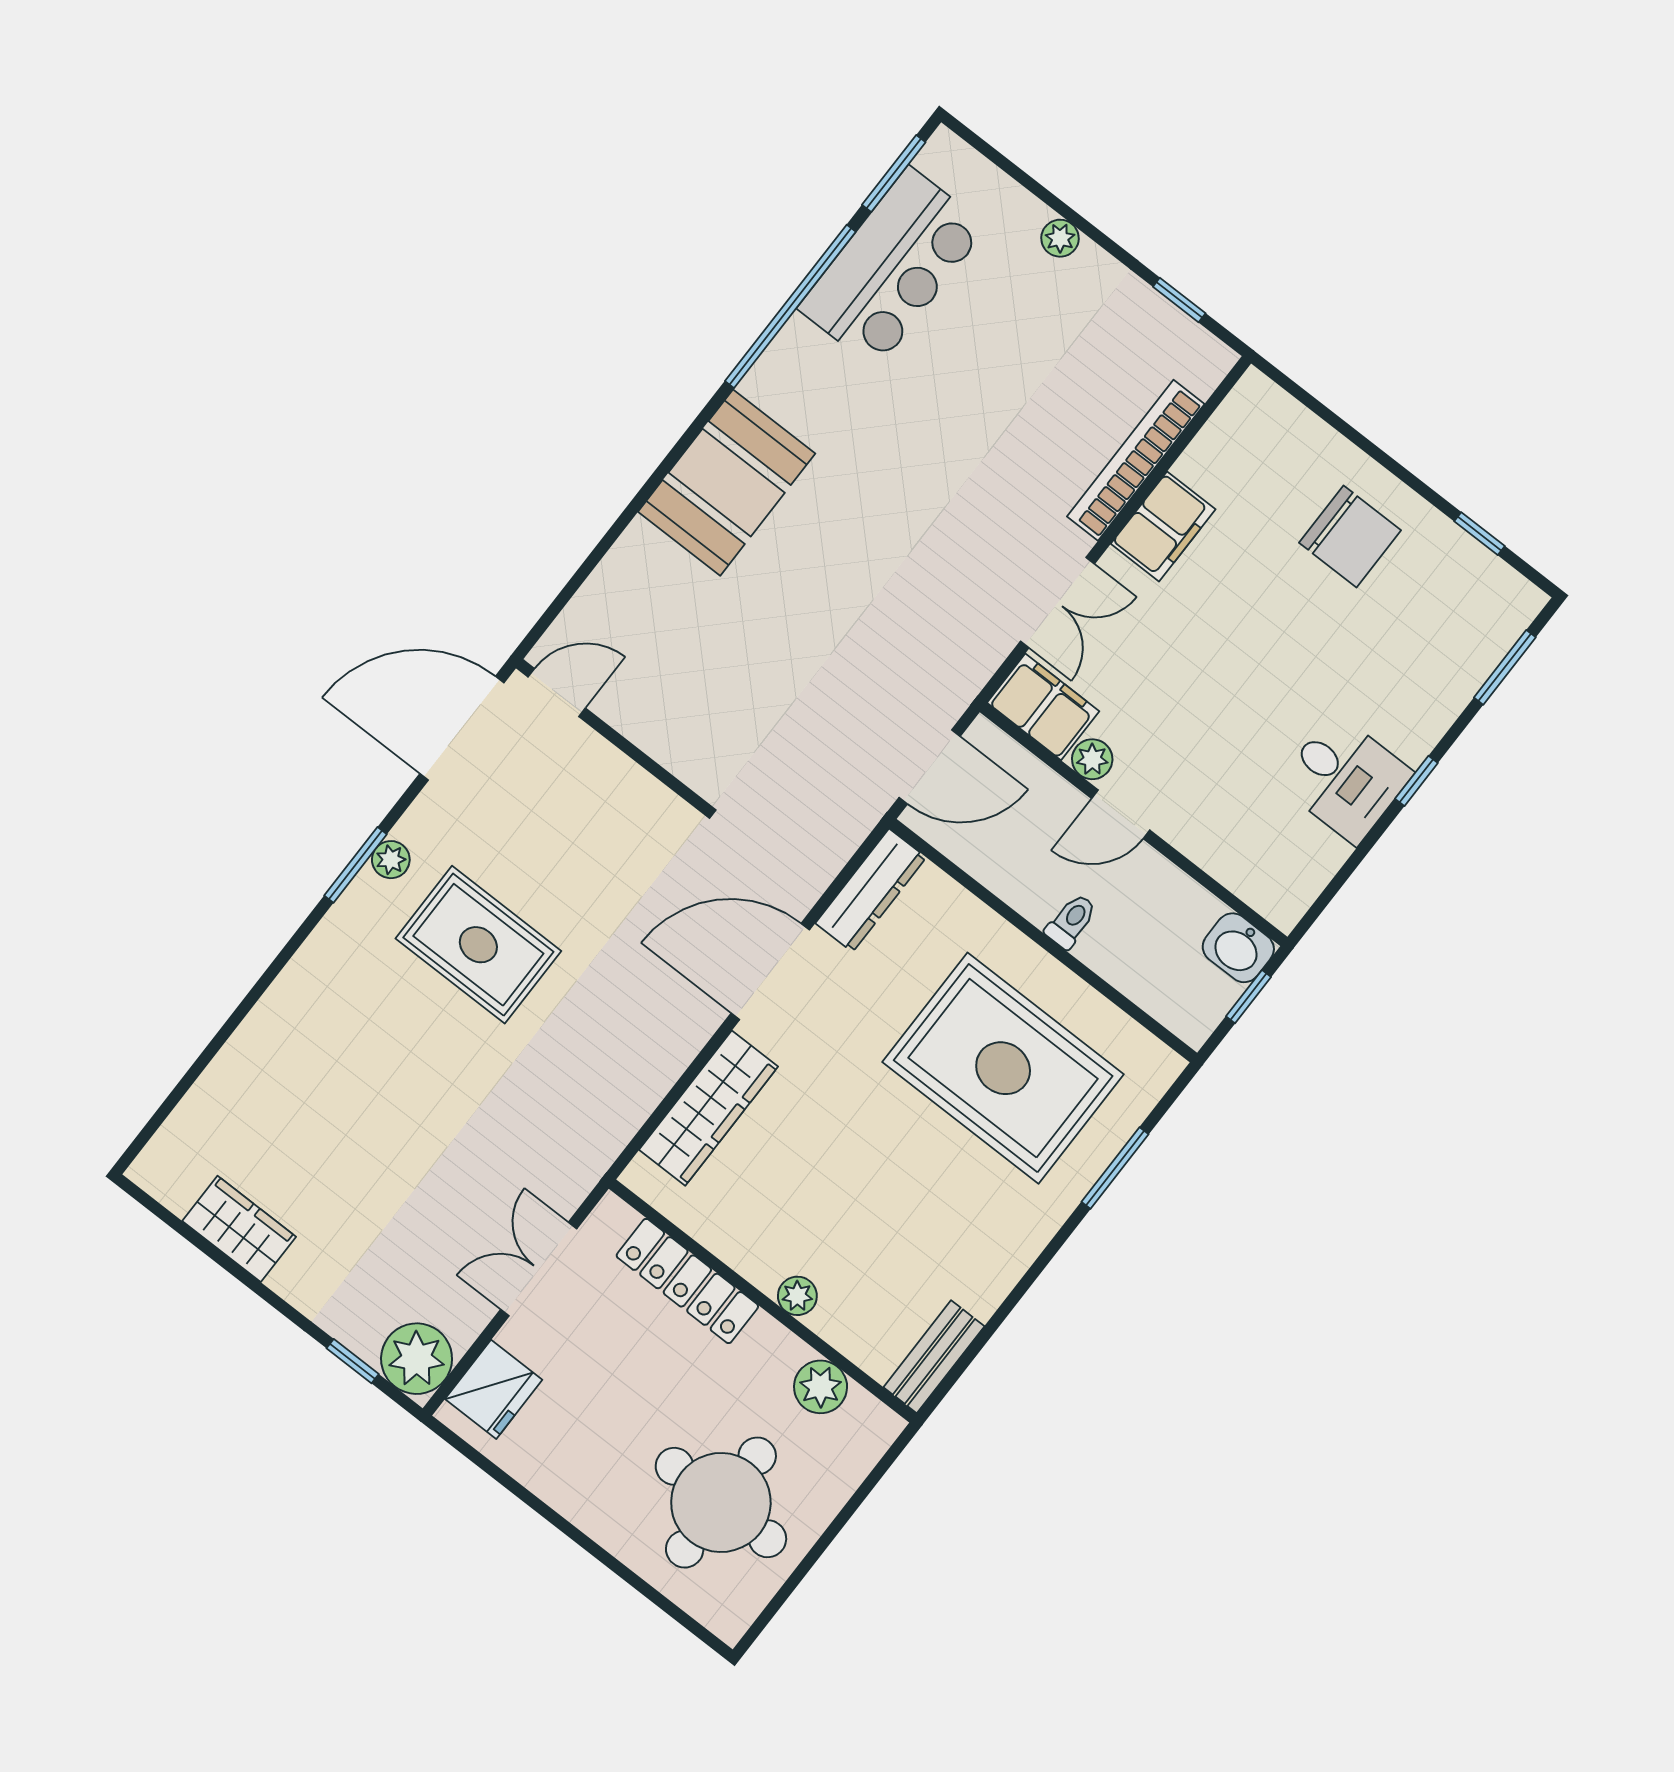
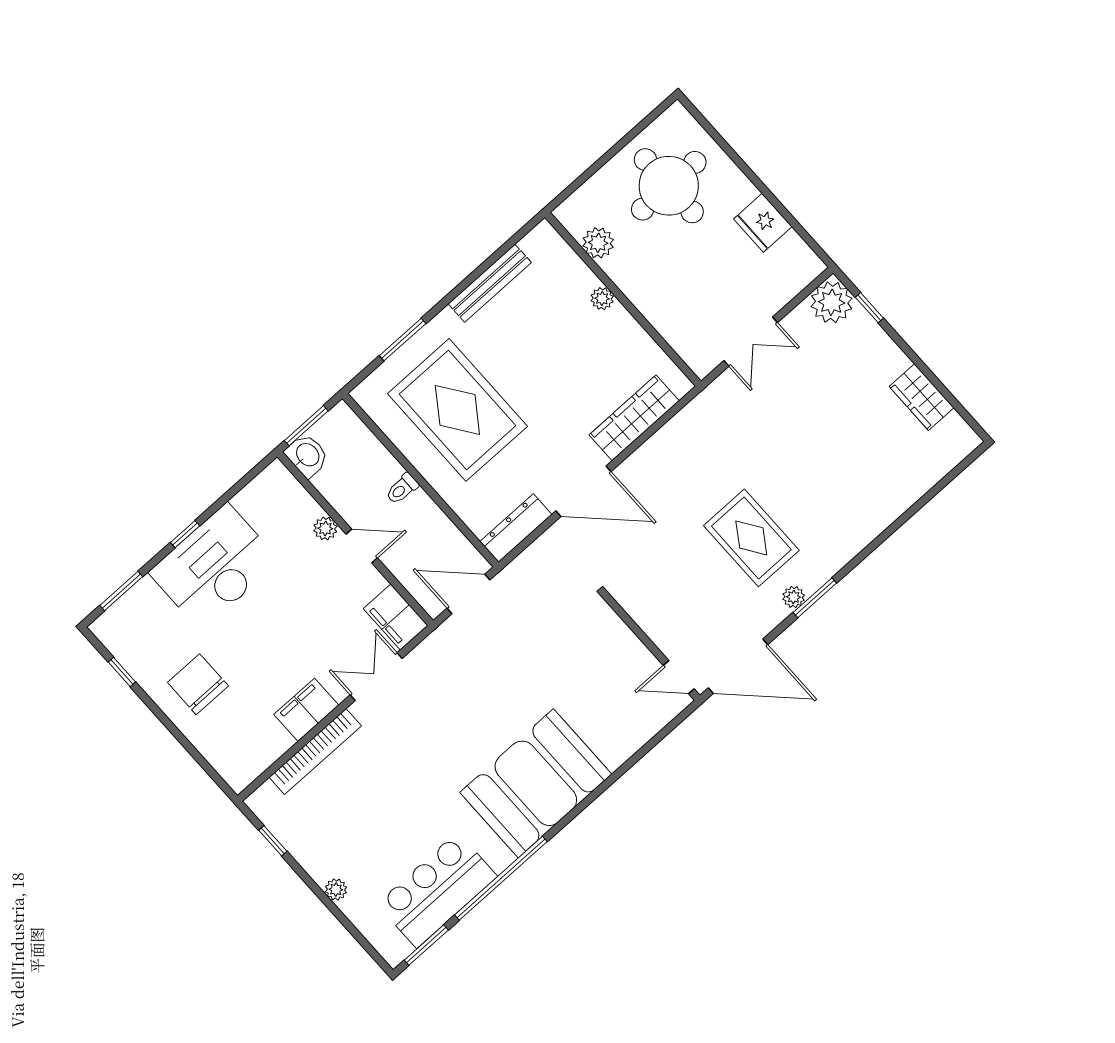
booth: (727, 483) -> (536, 783), width x1.36, depth x1.42
plant: (1092, 759) -> (325, 528), moved
desk: (1345, 778) -> (214, 567), width x1.87, depth x1.30
window: (1248, 997) -> (306, 426), width x1.50
locker: (687, 1281) -> (665, 319), removed
bench: (934, 1357) -> (490, 283), moved, width x1.36
fridge: (494, 1389) -> (763, 223), moved, turned -90

